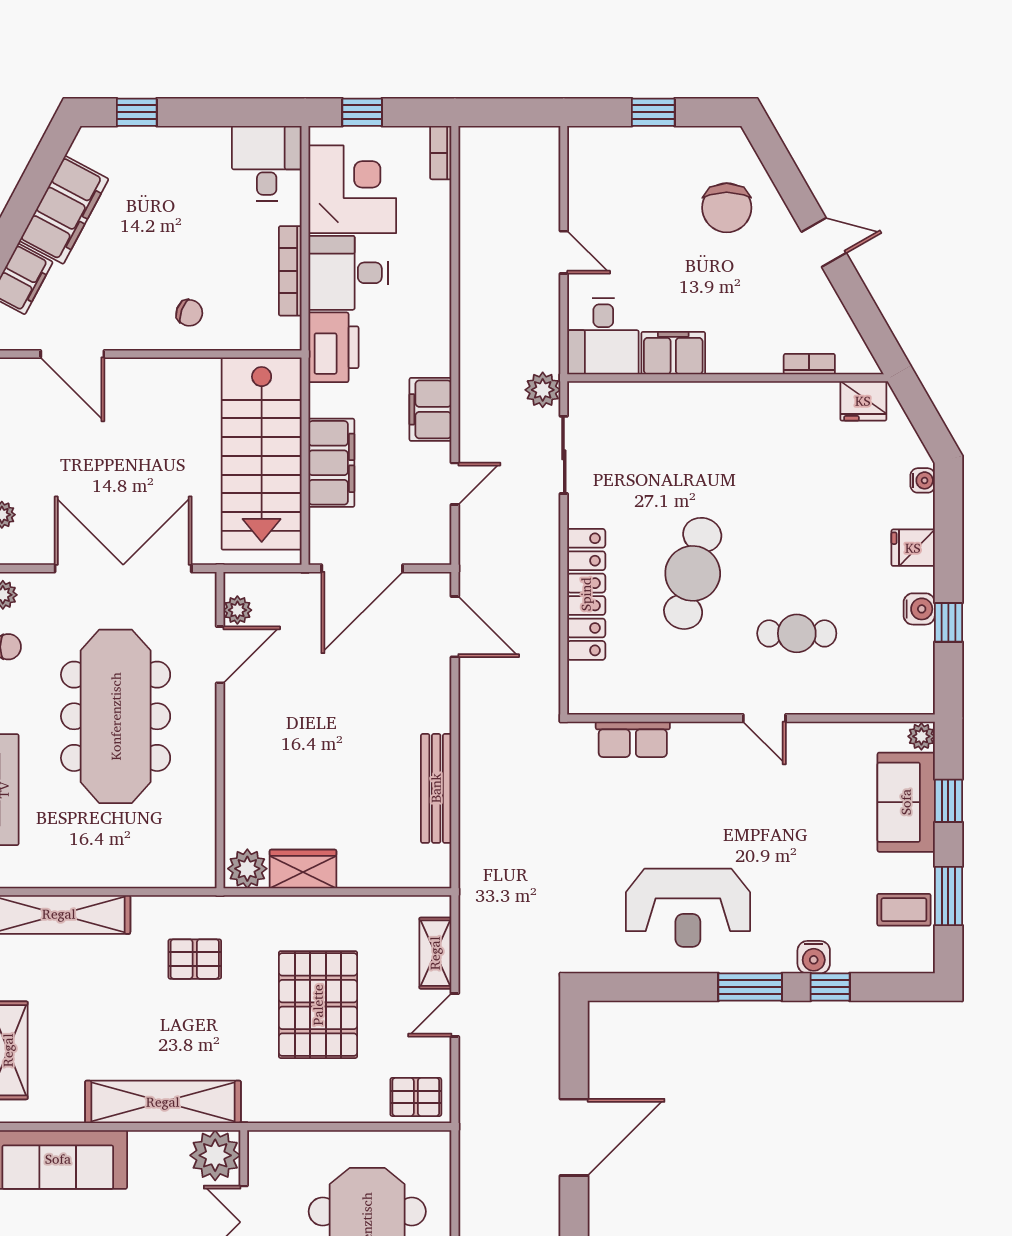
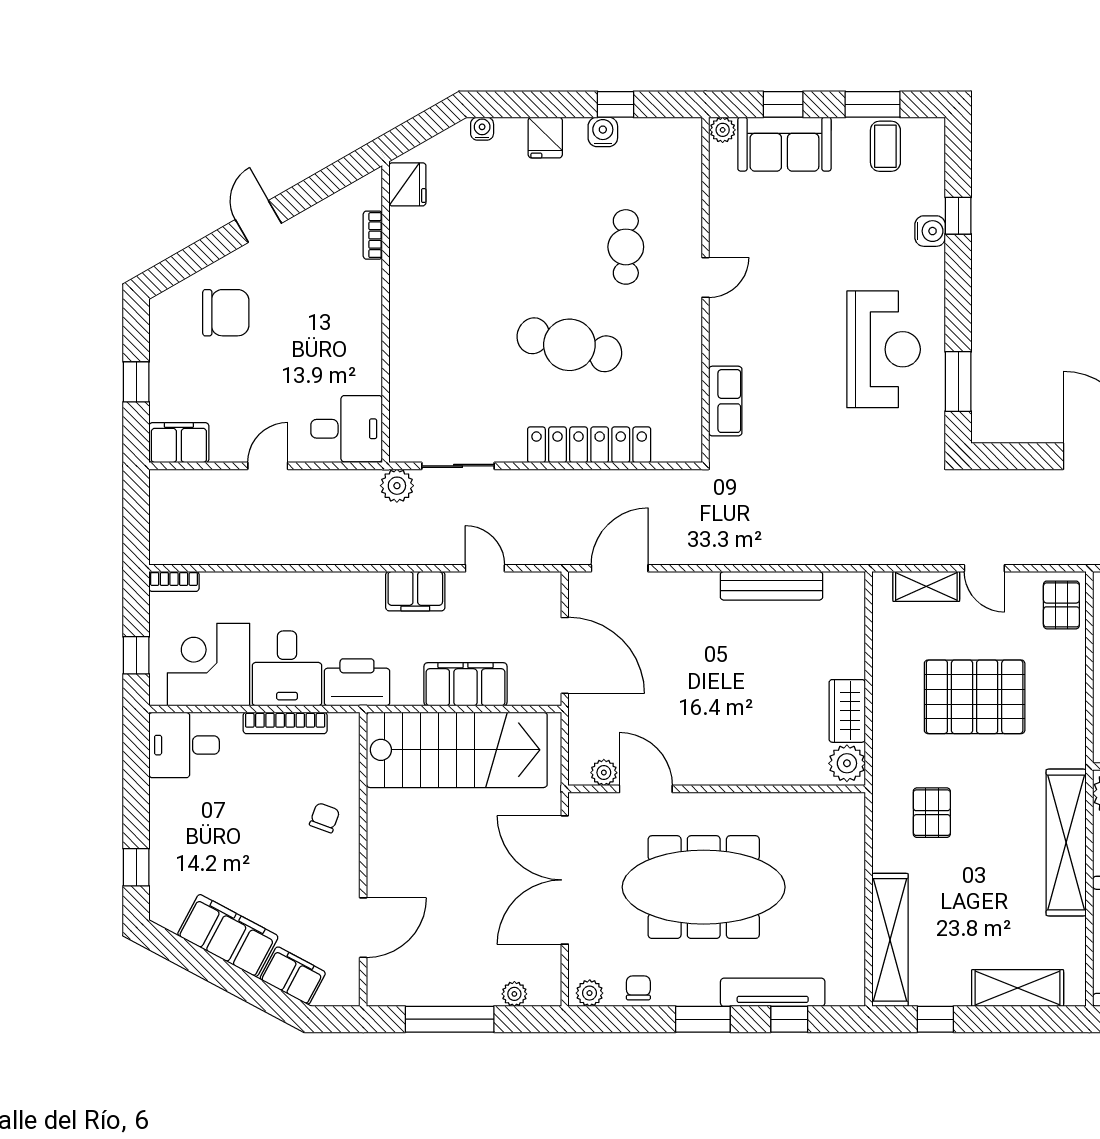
filing cabinet: (673, 353) -> (179, 443), moved, turned 90
window: (750, 987) -> (958, 382), moved

